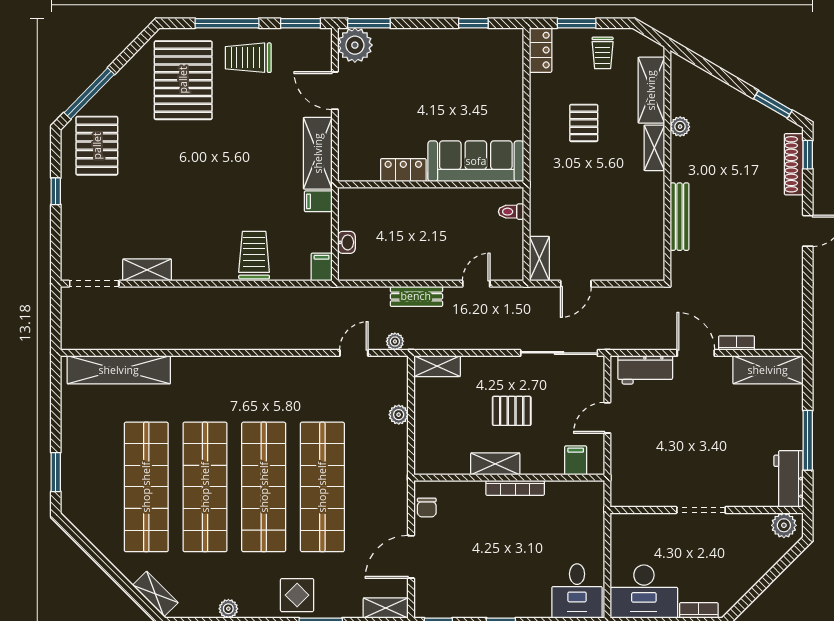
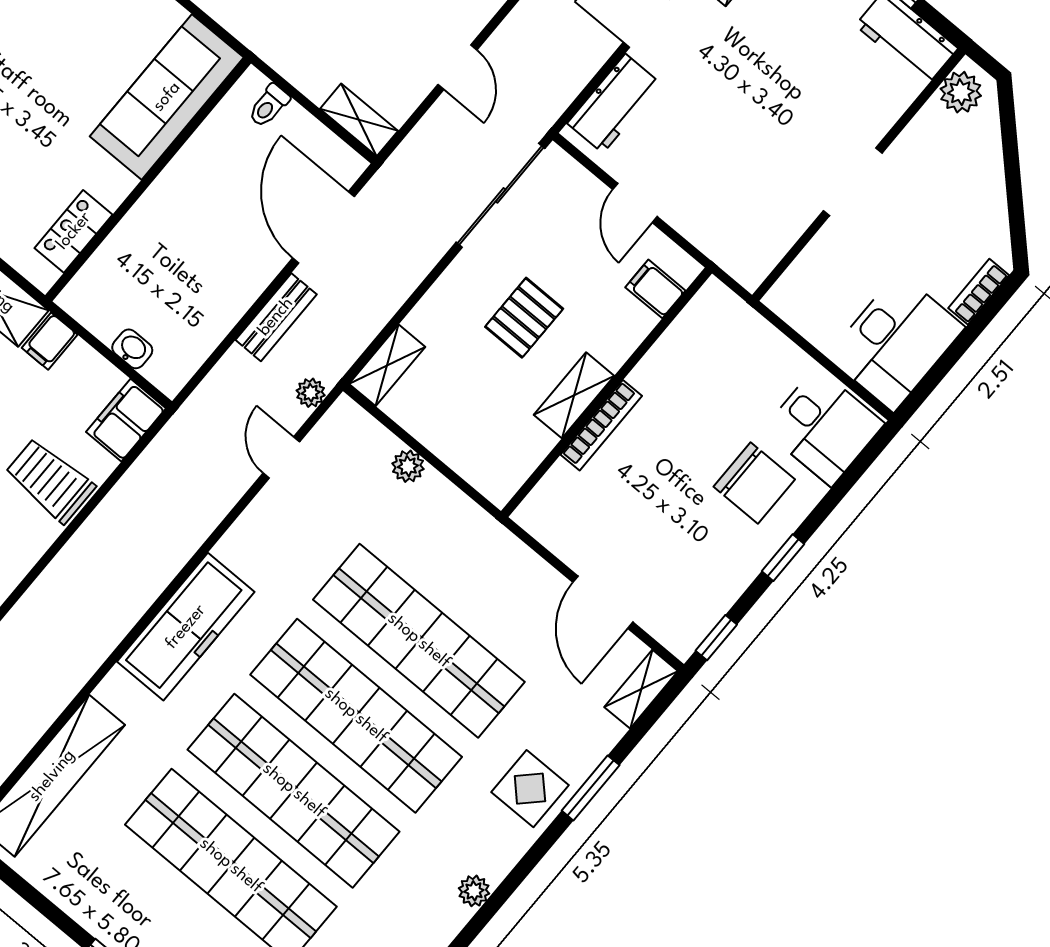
locker: (403, 170) -> (74, 231), moved
filing cabinet: (322, 267) -> (126, 420), width x2.00
door: (476, 284) -> (324, 227), width x1.88
door: (576, 284) -> (457, 67), moved
freezer: (239, 374) -> (186, 627), added
bookcase: (515, 488) -> (601, 425), moved
chair: (427, 507) -> (754, 483), moved, width x1.87, depth x1.87

